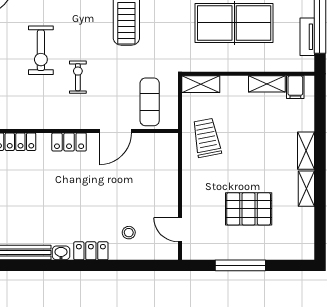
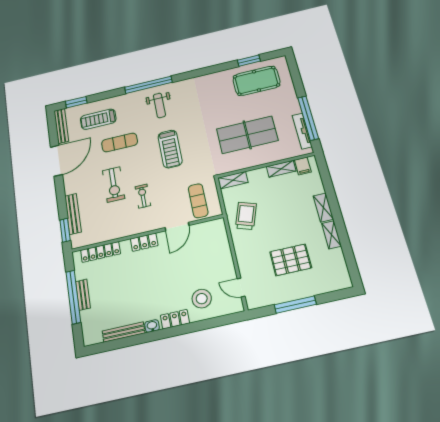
tv unit: (307, 37) -> (302, 131), width x1.41
trolley: (207, 138) -> (246, 216), turned 30
stool: (129, 233) -> (202, 299), width x1.89, depth x1.89

